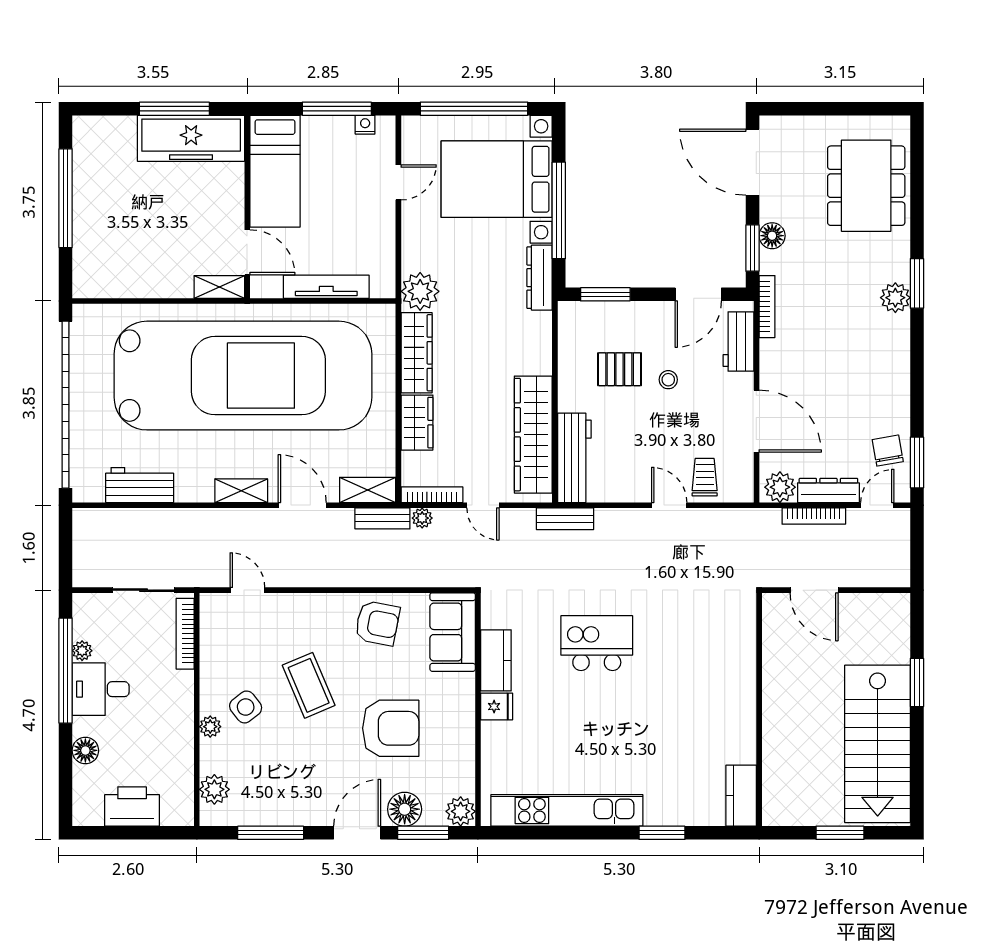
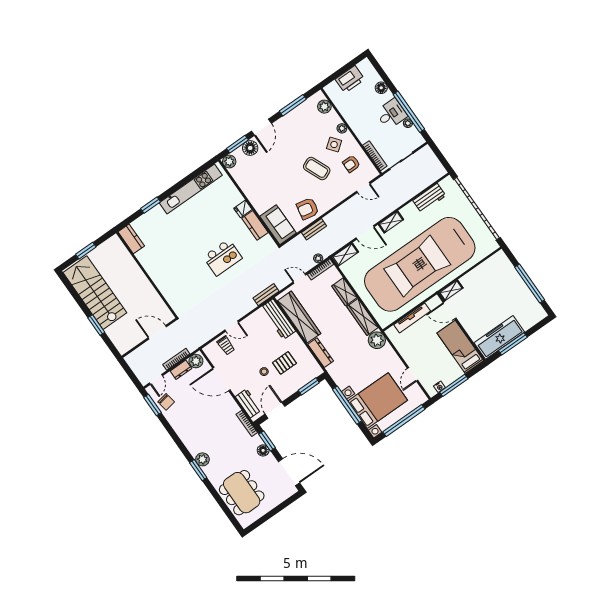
dresser: (540, 278) -> (321, 353), moved
dresser: (828, 490) -> (181, 370), width x0.70
bench: (382, 518) -> (314, 229), moved
armchair: (391, 728) -> (351, 164), moved, width x0.53, depth x0.53

